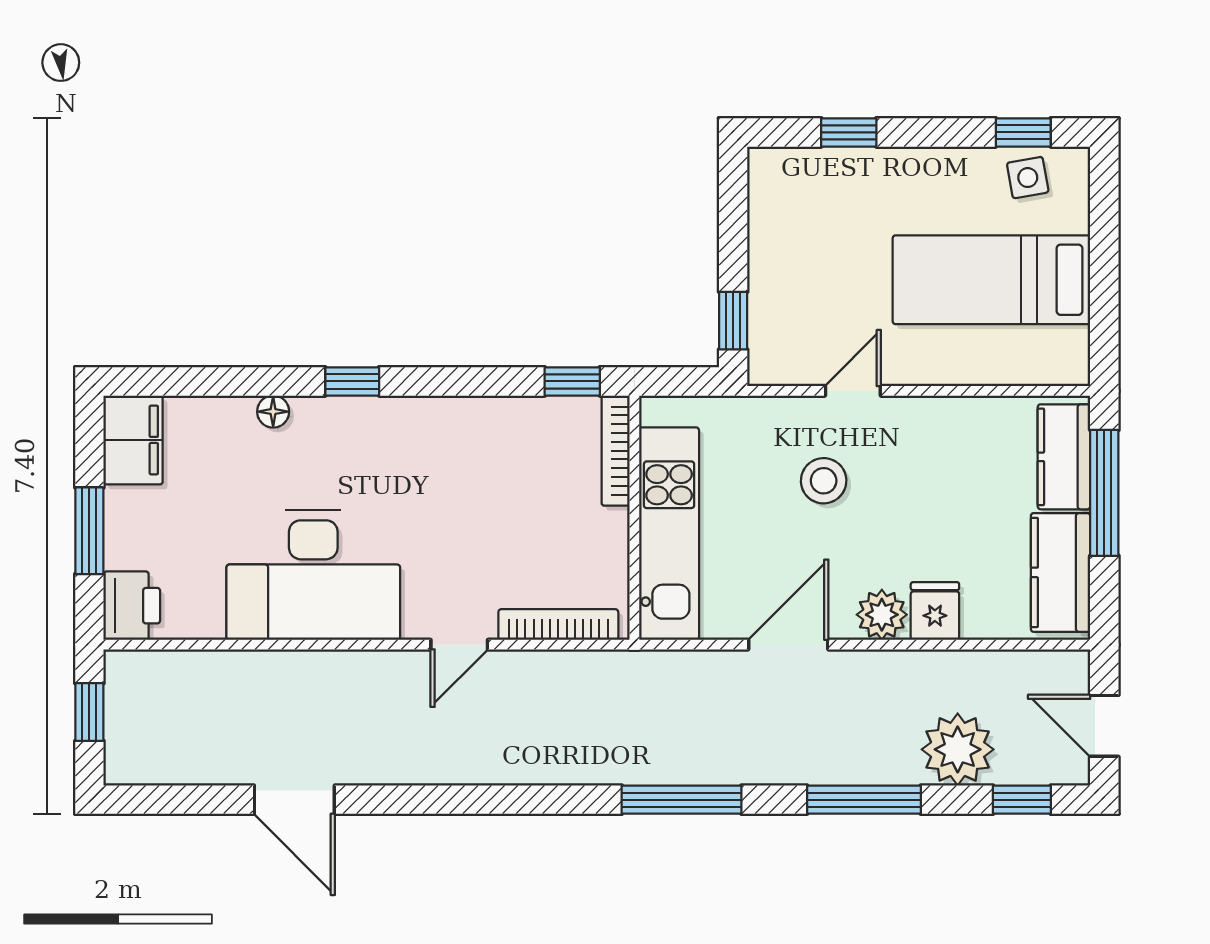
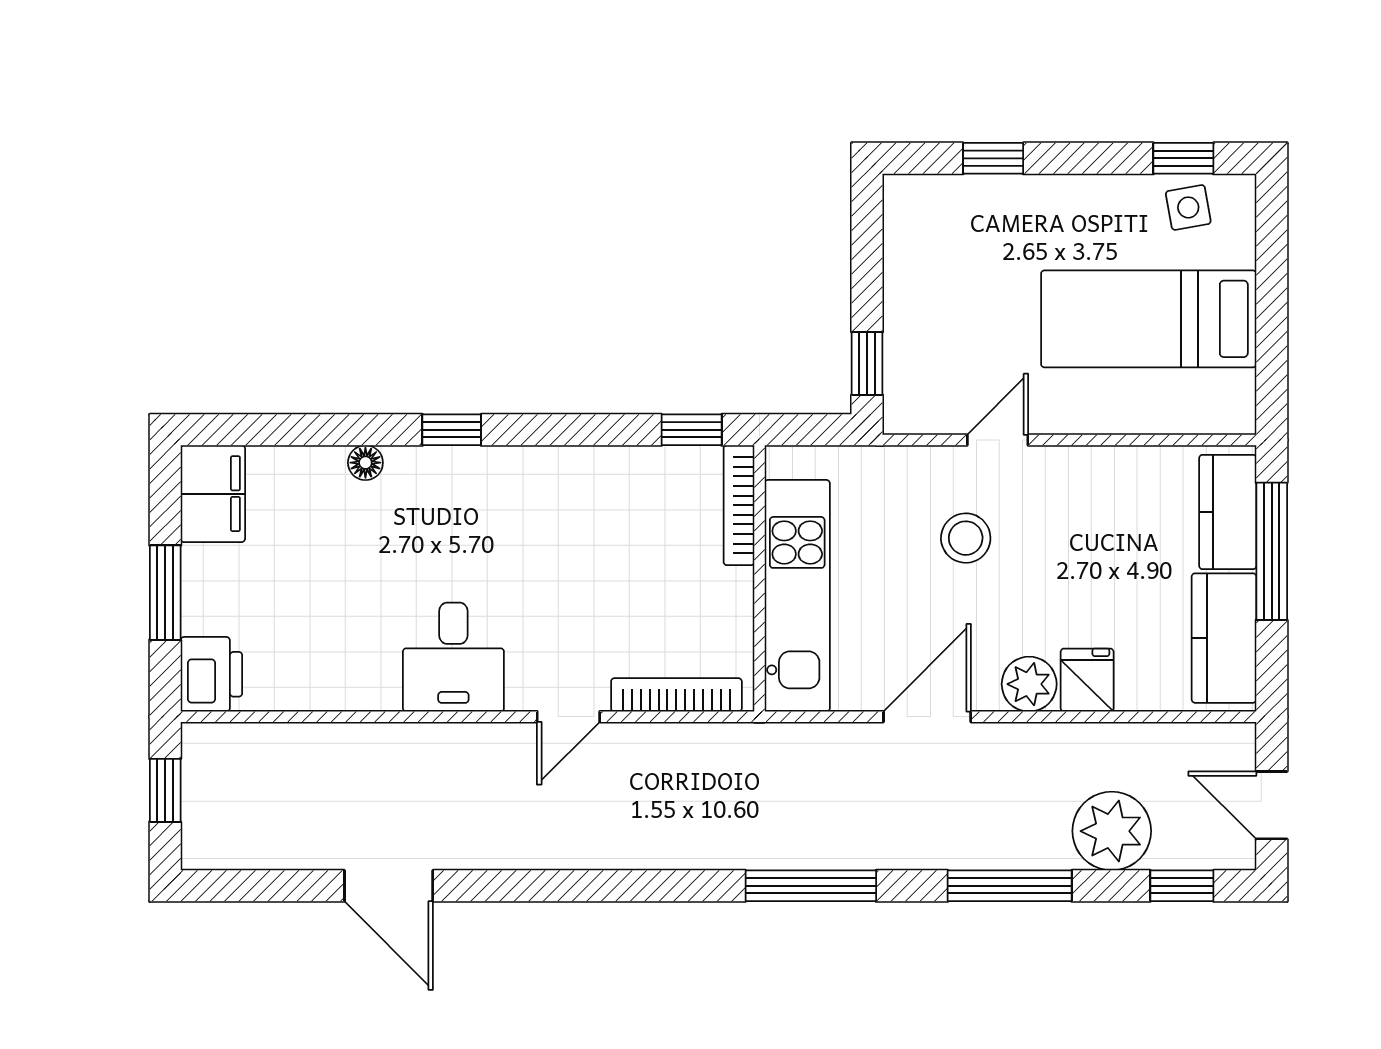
desk: (313, 575) -> (453, 657), width x0.53, depth x0.77

